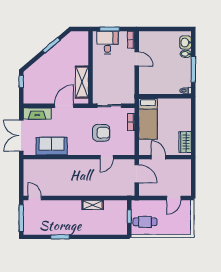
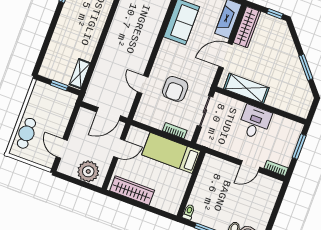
desk: (107, 43) -> (255, 122), moved, turned -90
wardrobe: (38, 98) -> (247, 27), added
door: (64, 106) -> (226, 55), swing flipped
wardrobe: (185, 142) -> (132, 190), width x1.50
plant: (183, 173) -> (88, 171), added
shelving: (93, 205) -> (80, 74), moved
cafe table: (145, 222) -> (26, 133), moved

